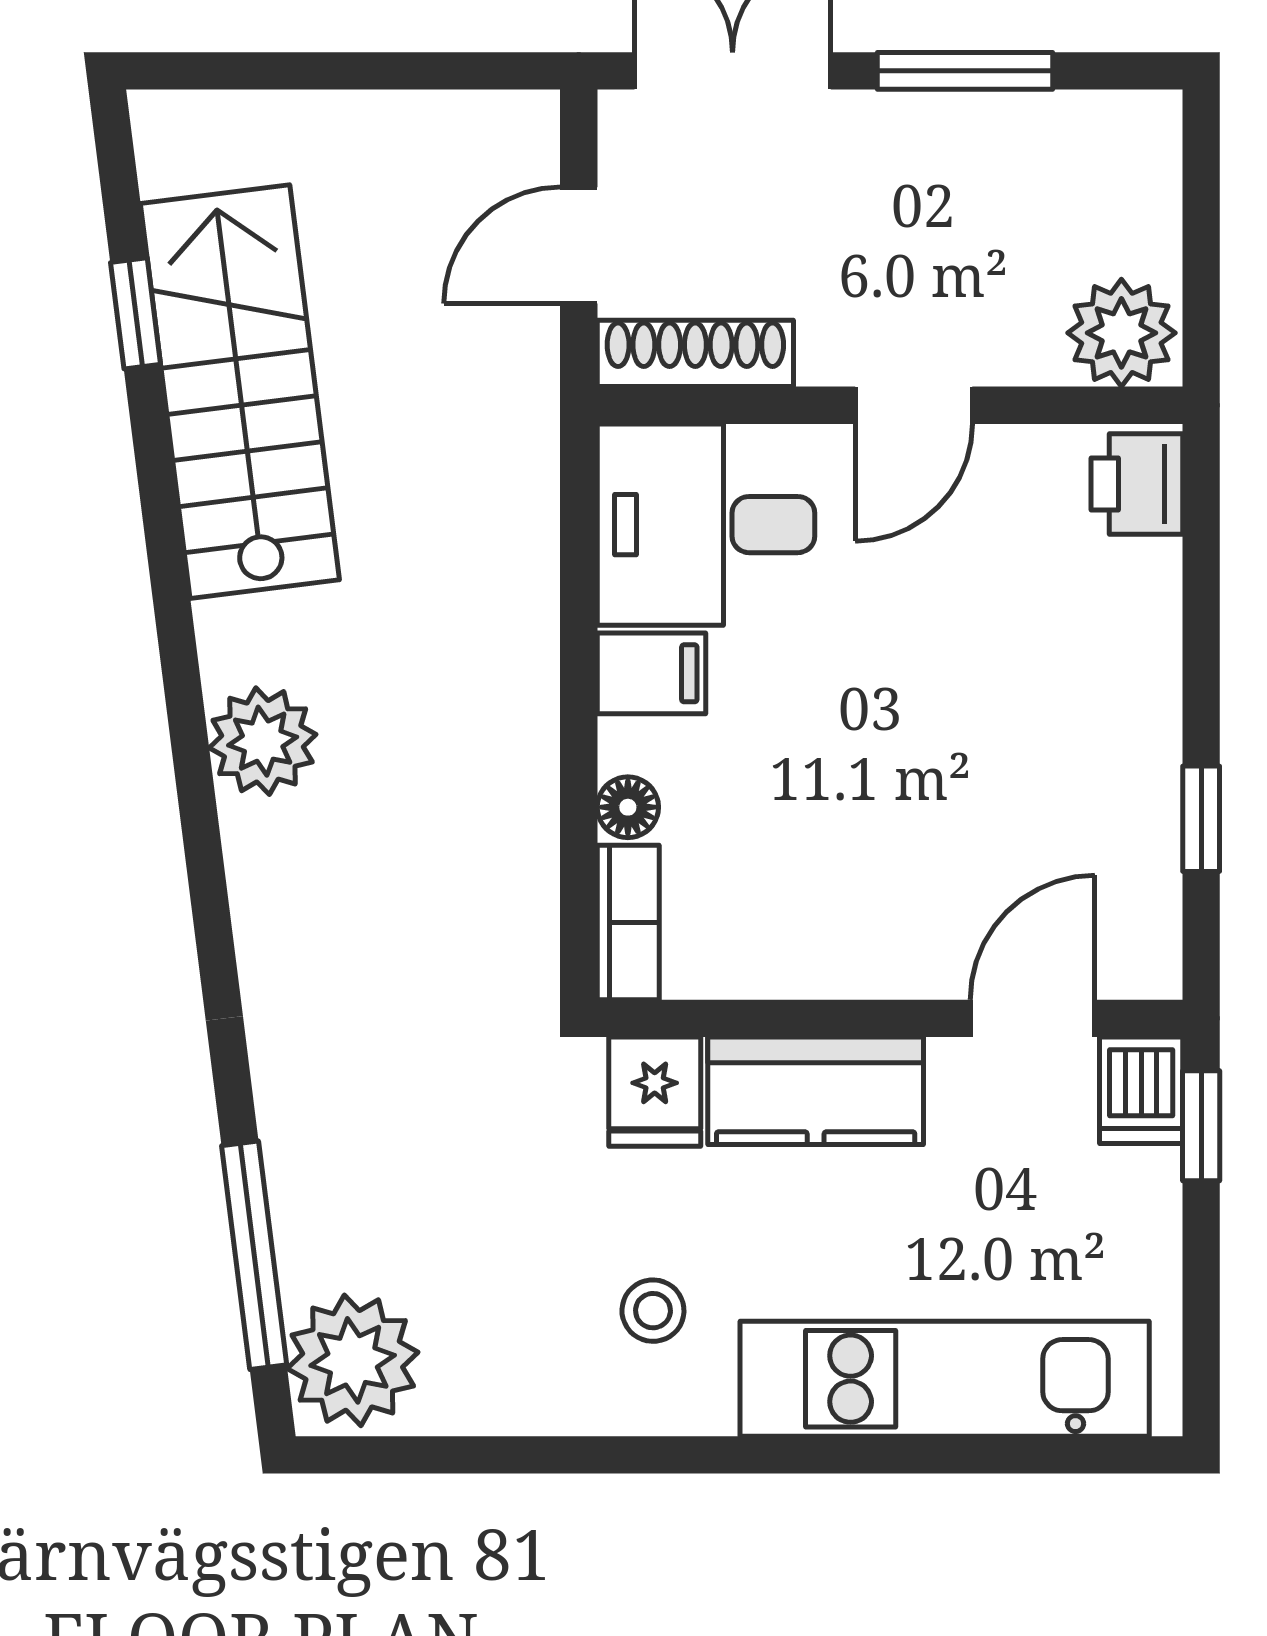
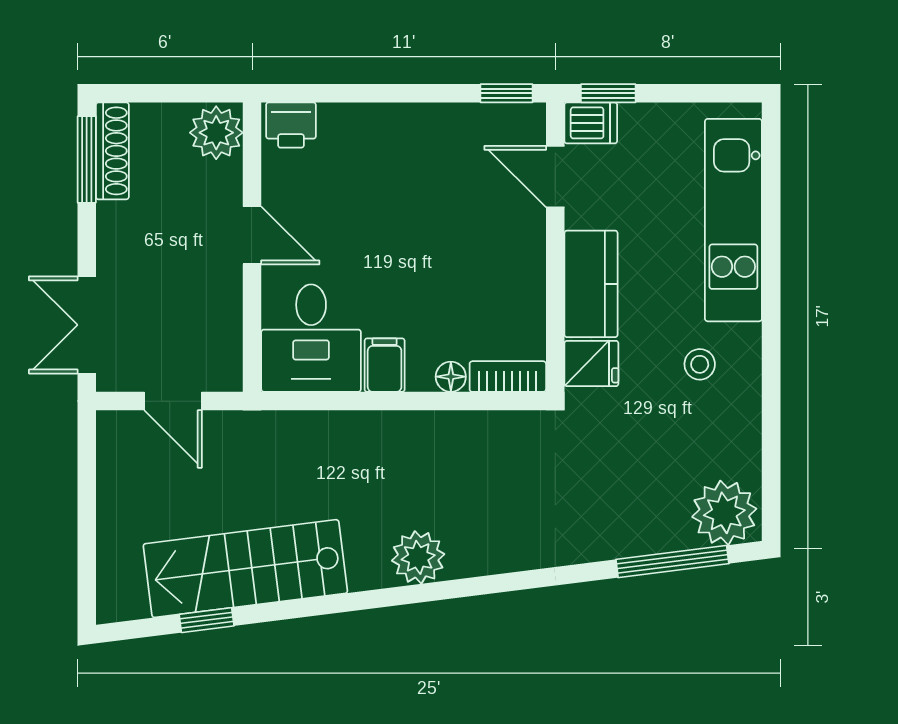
window: (965, 71) -> (87, 160), moved
shoe rack: (695, 353) -> (112, 151), moved, turned 180
window: (1201, 819) -> (506, 93), moved

